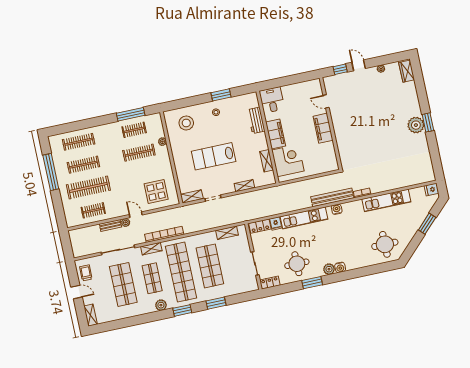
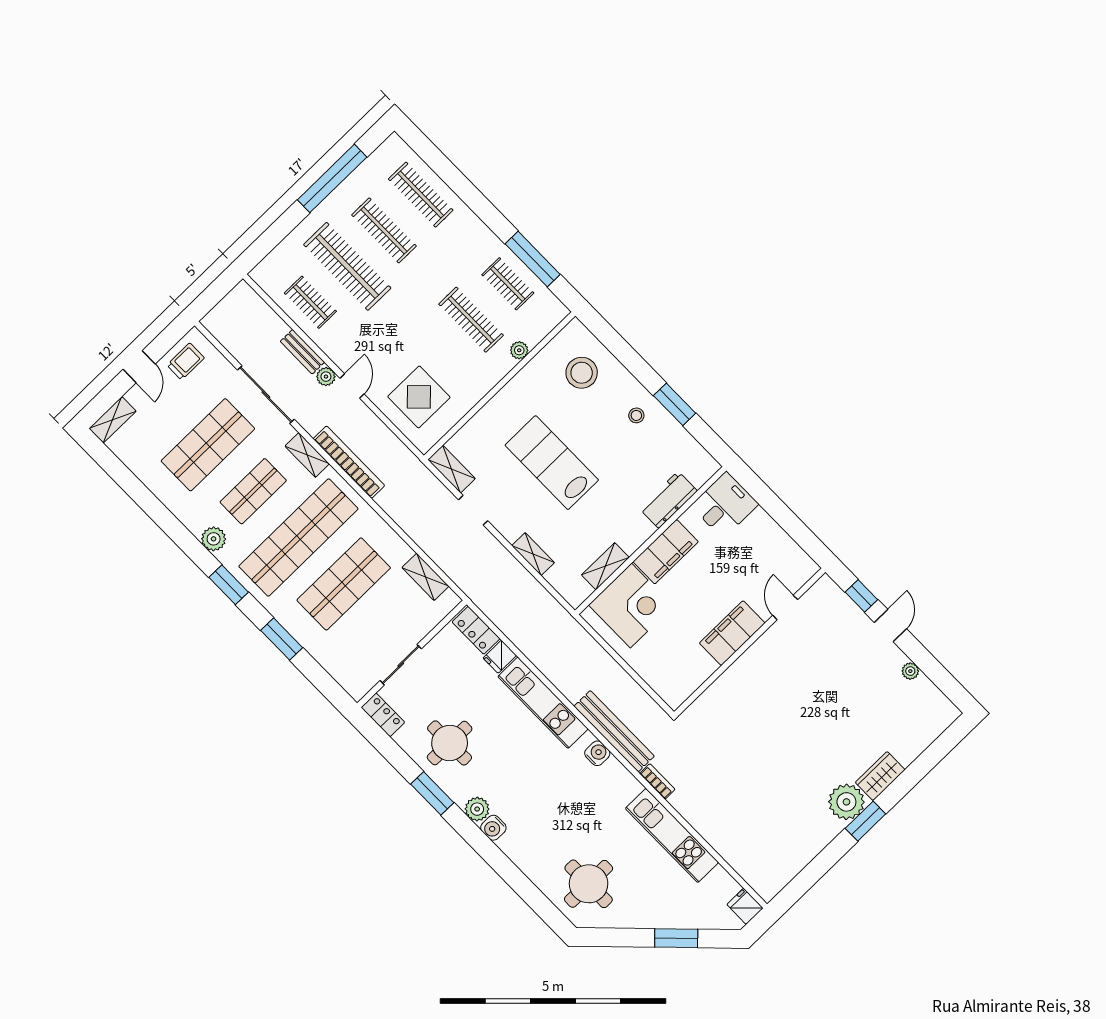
wardrobe: (407, 71) -> (880, 776), moved

